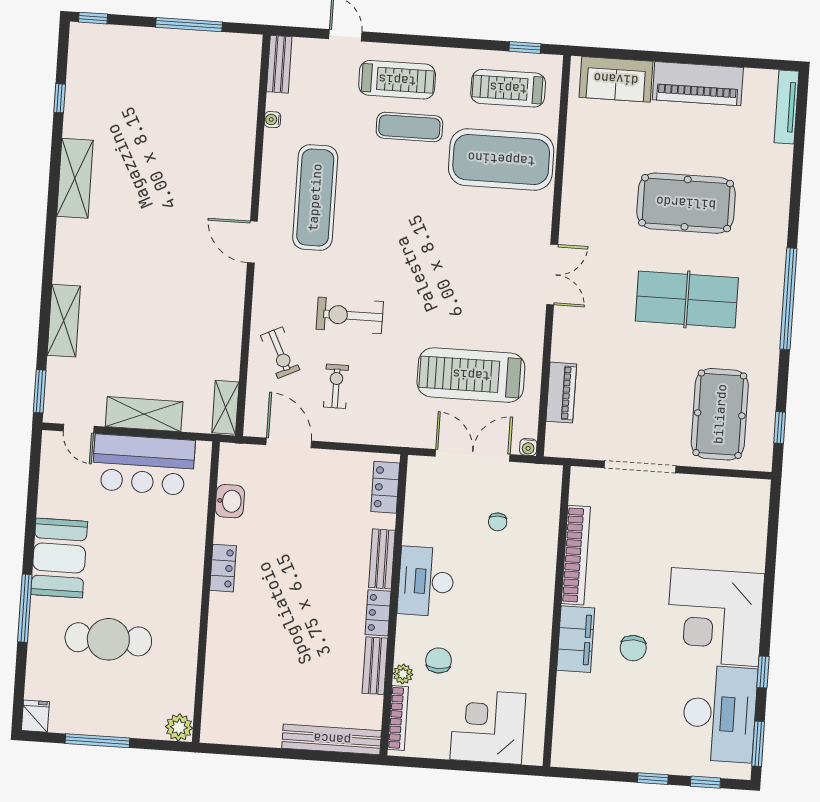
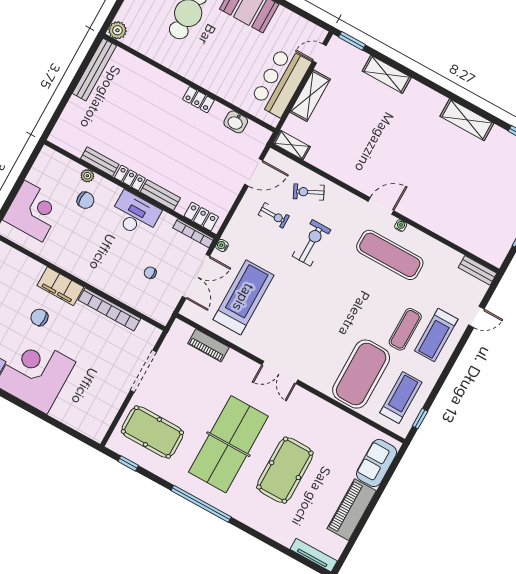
water cooler: (272, 120) -> (401, 226), moved
table tennis table: (687, 299) -> (228, 444), width x1.36, depth x1.32
water cooler: (528, 447) -> (222, 246), moved
bookcase: (398, 718) -> (193, 233), moved
bench: (332, 739) -> (94, 70), moved

